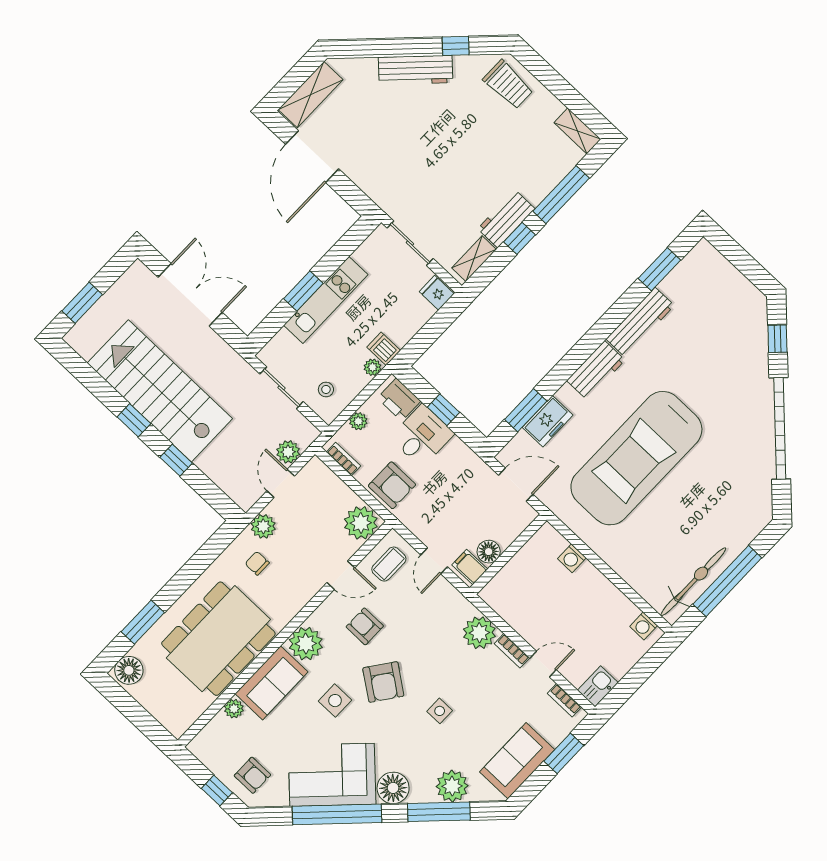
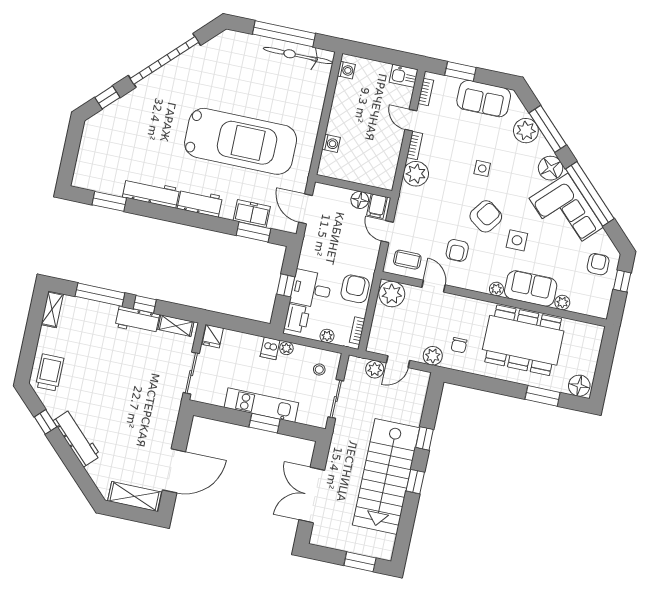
door: (434, 561) -> (387, 232), swing flipped
plant: (306, 644) -> (496, 289), width x0.53, depth x0.53

